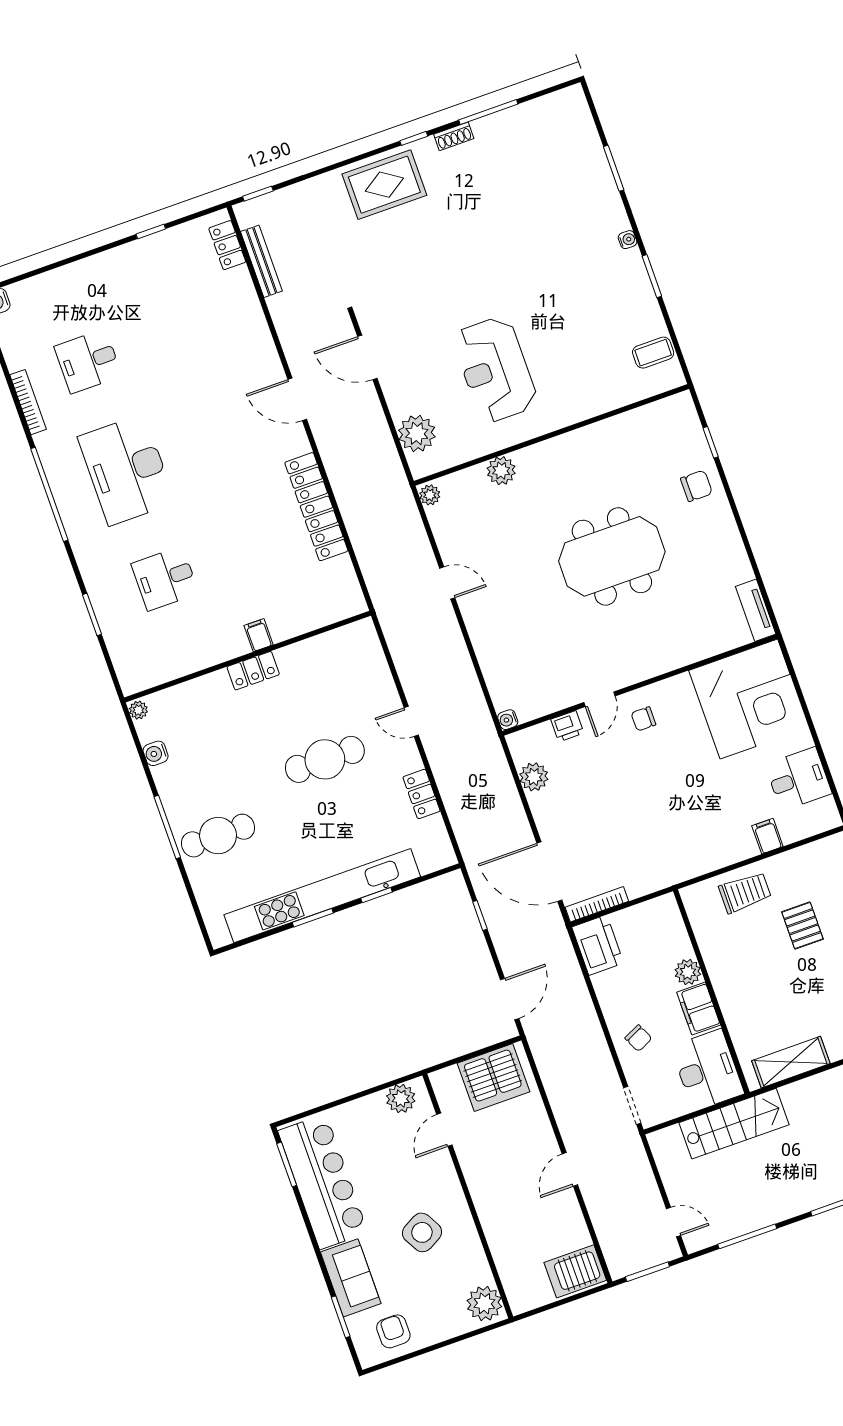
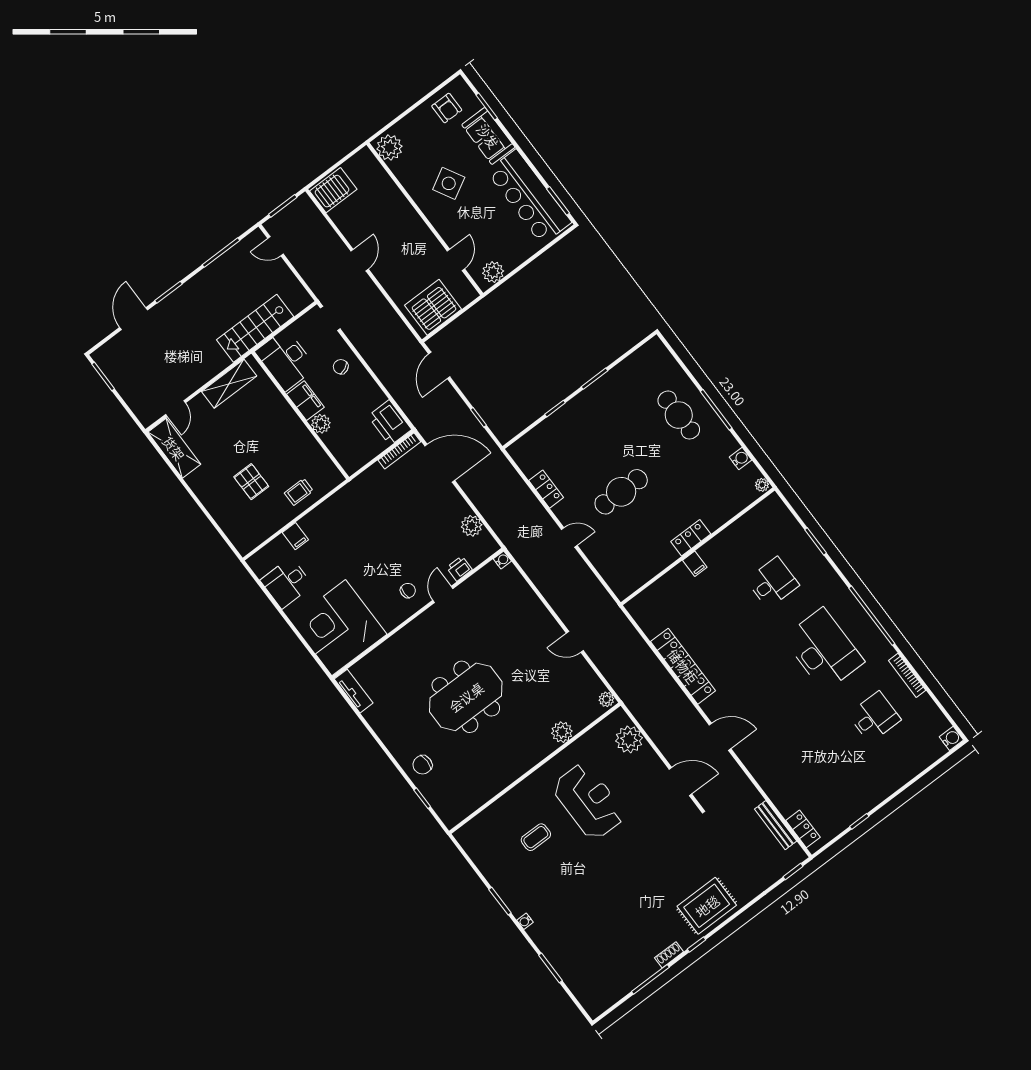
coffee table: (653, 353) -> (536, 837), moved
cafe table: (218, 836) -> (679, 415), turned 90
trolley: (745, 892) -> (299, 492), width x0.73, depth x0.72
kitchen unit: (322, 896) -> (593, 396), removed

